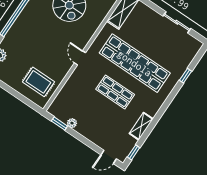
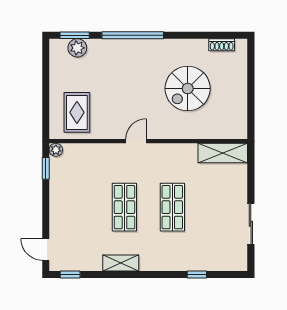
shop shelf: (135, 63) -> (172, 207), width x0.50, depth x0.74
plant: (72, 123) -> (56, 150), moved
shelving: (141, 126) -> (121, 263), moved

